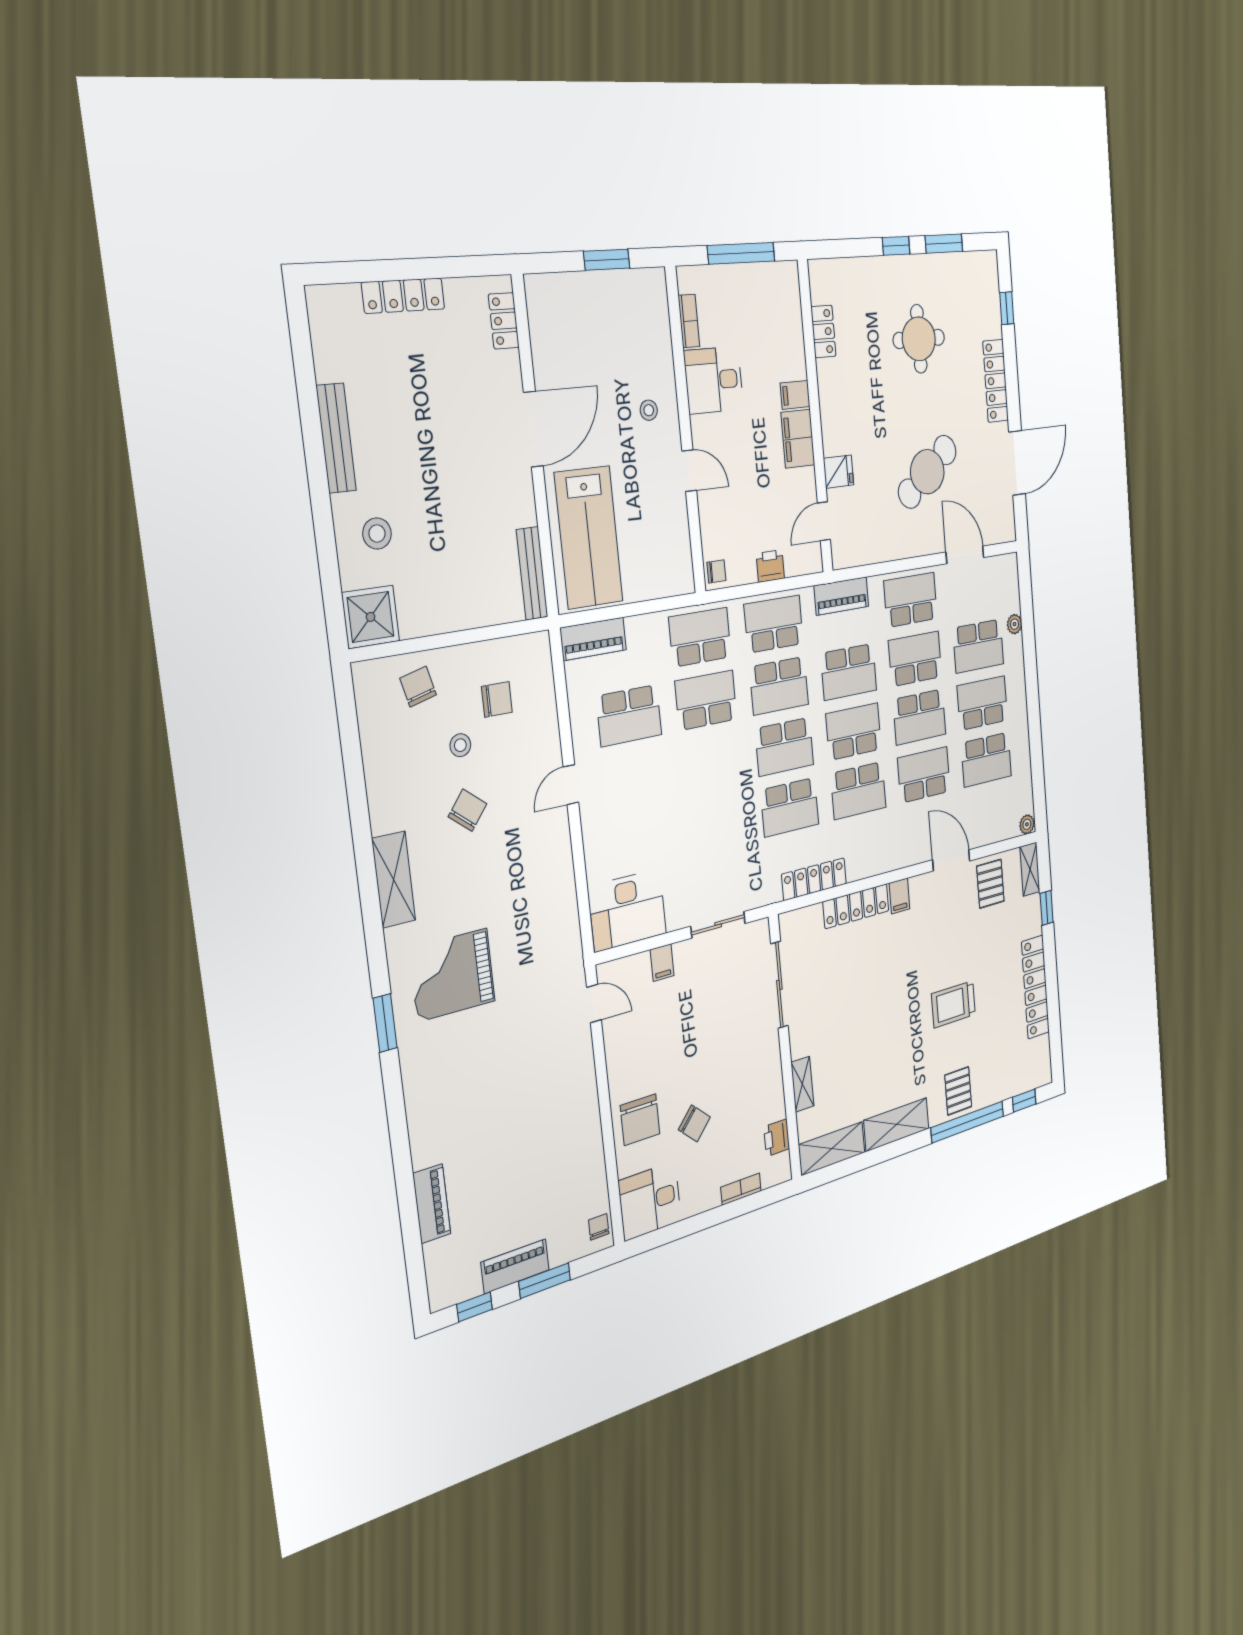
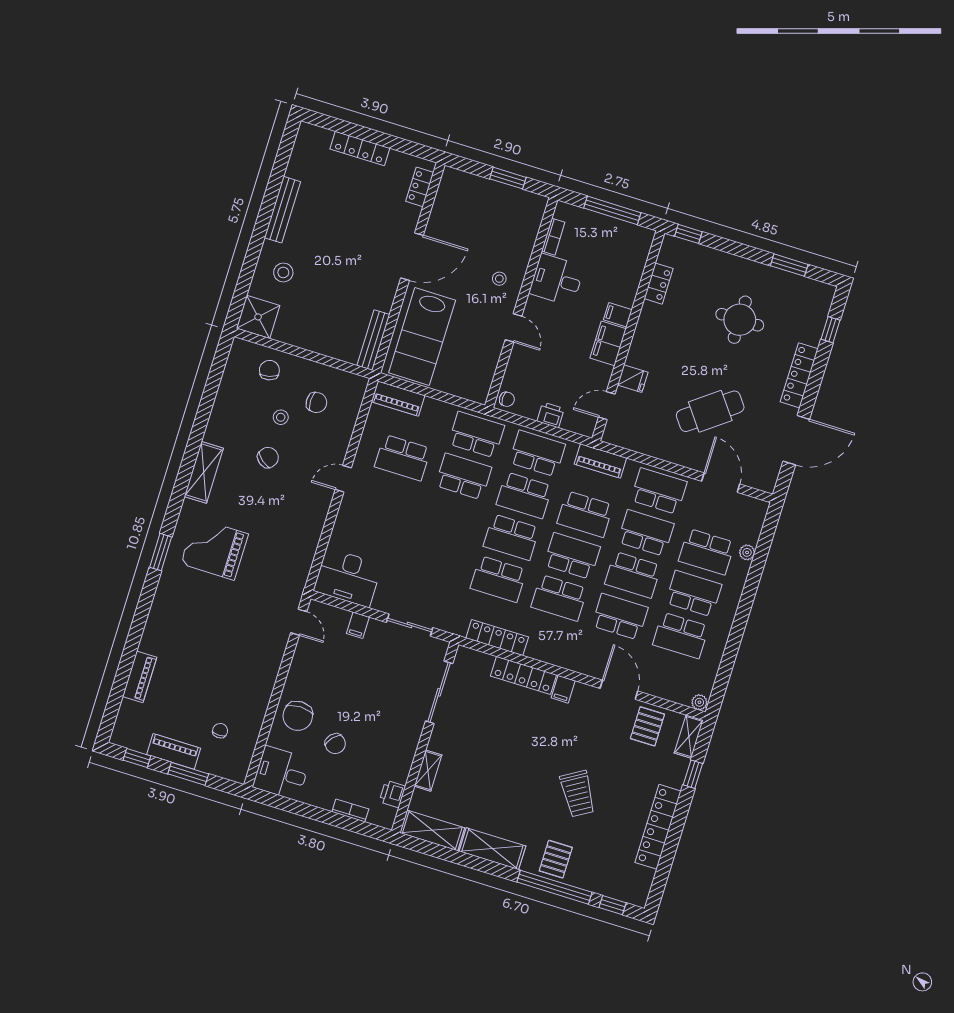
window: (896, 246) -> (688, 234), moved
trolley: (953, 1004) -> (578, 794), turned -121
chair: (599, 1227) -> (220, 731), moved

